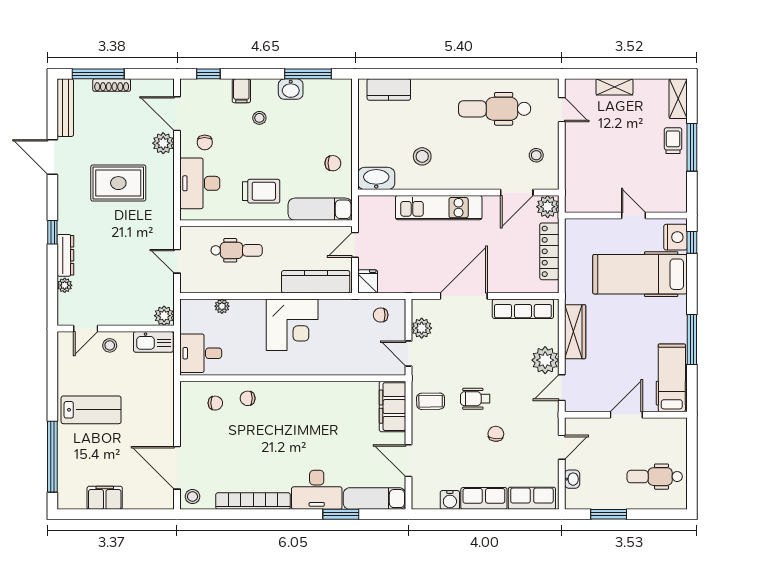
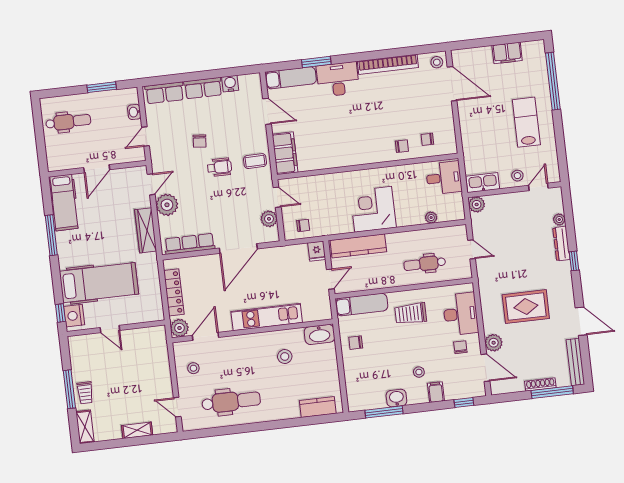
lab bench: (91, 410) -> (526, 122), turned 90

